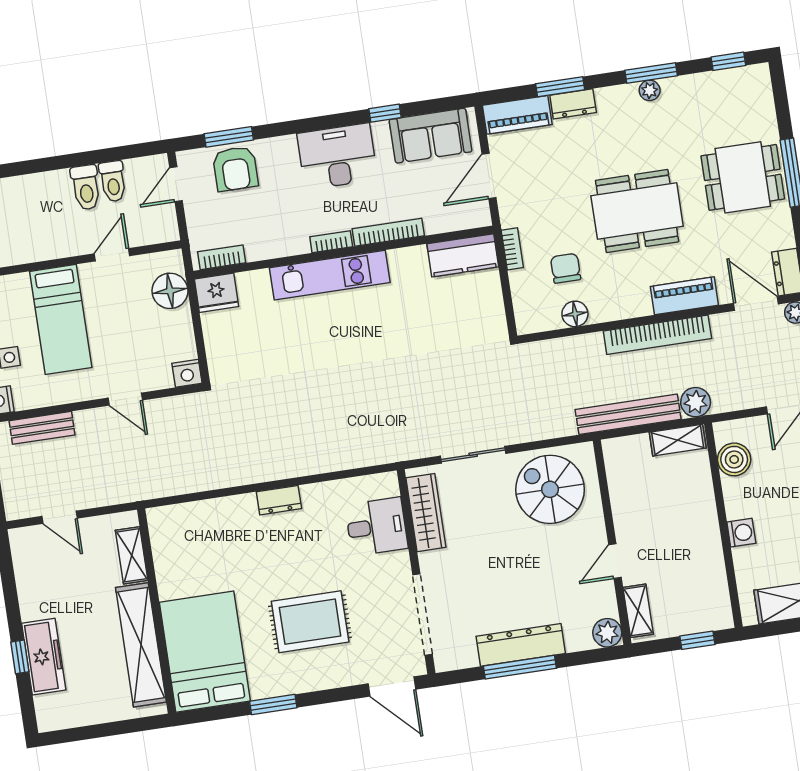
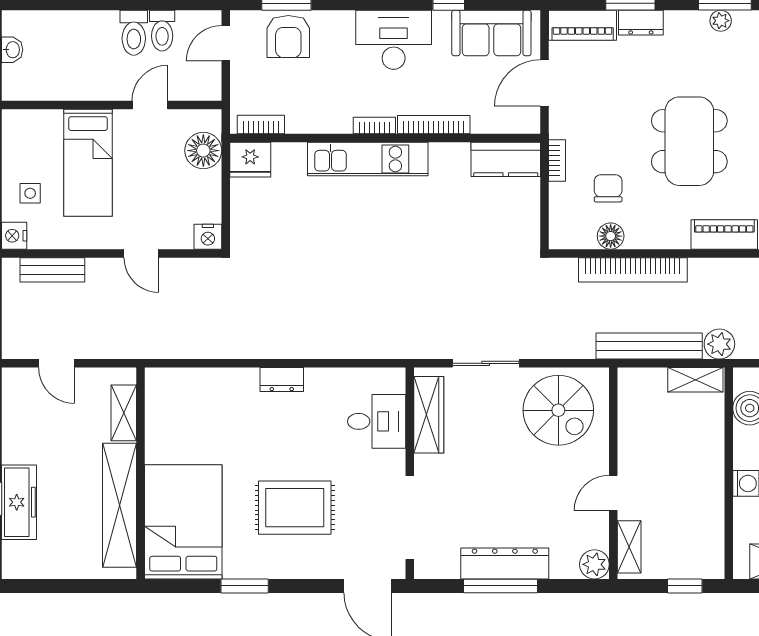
dining table: (637, 211) -> (689, 141), turned 90
bookcase: (657, 335) -> (633, 270), moved
spiral stairs: (550, 489) -> (558, 410), turned 180

